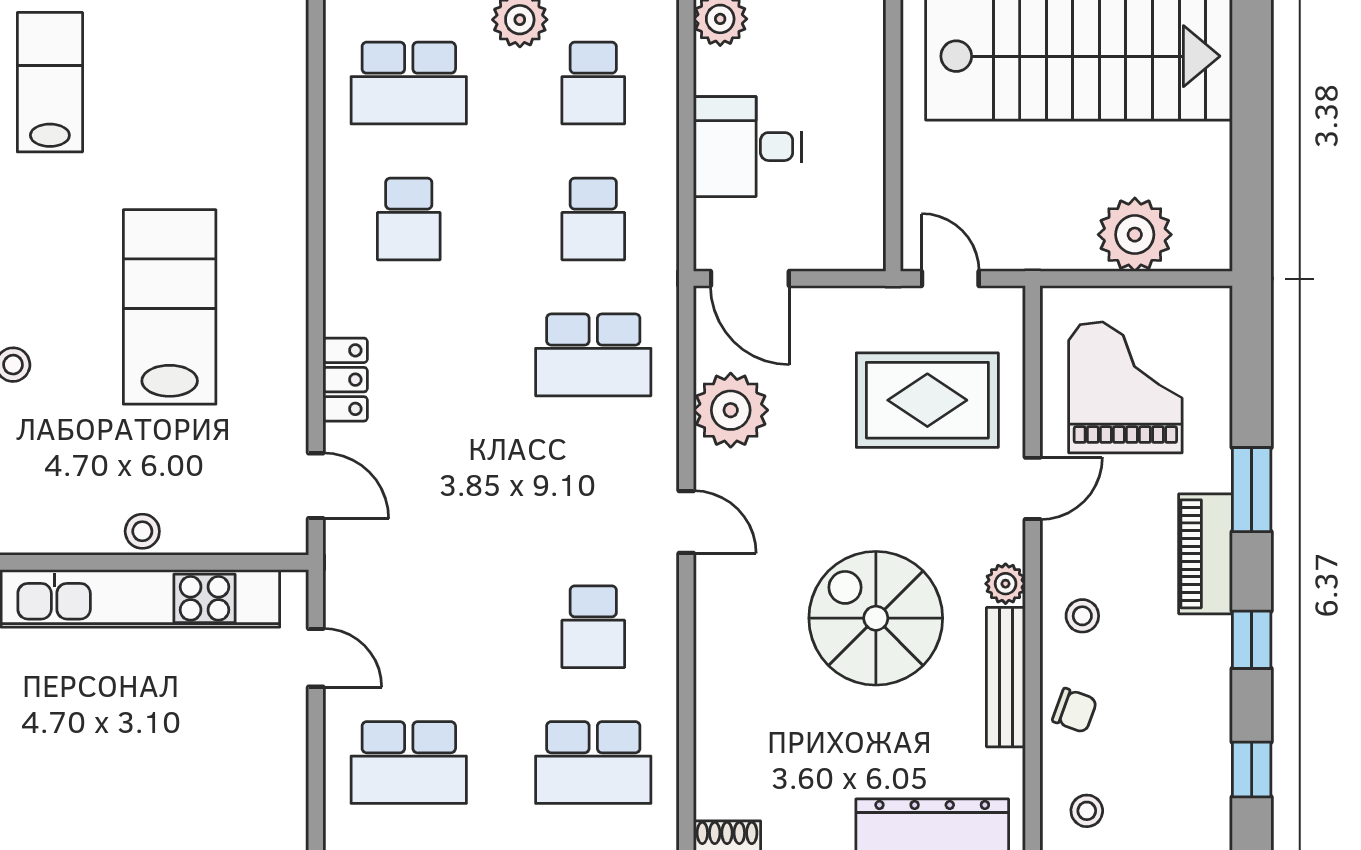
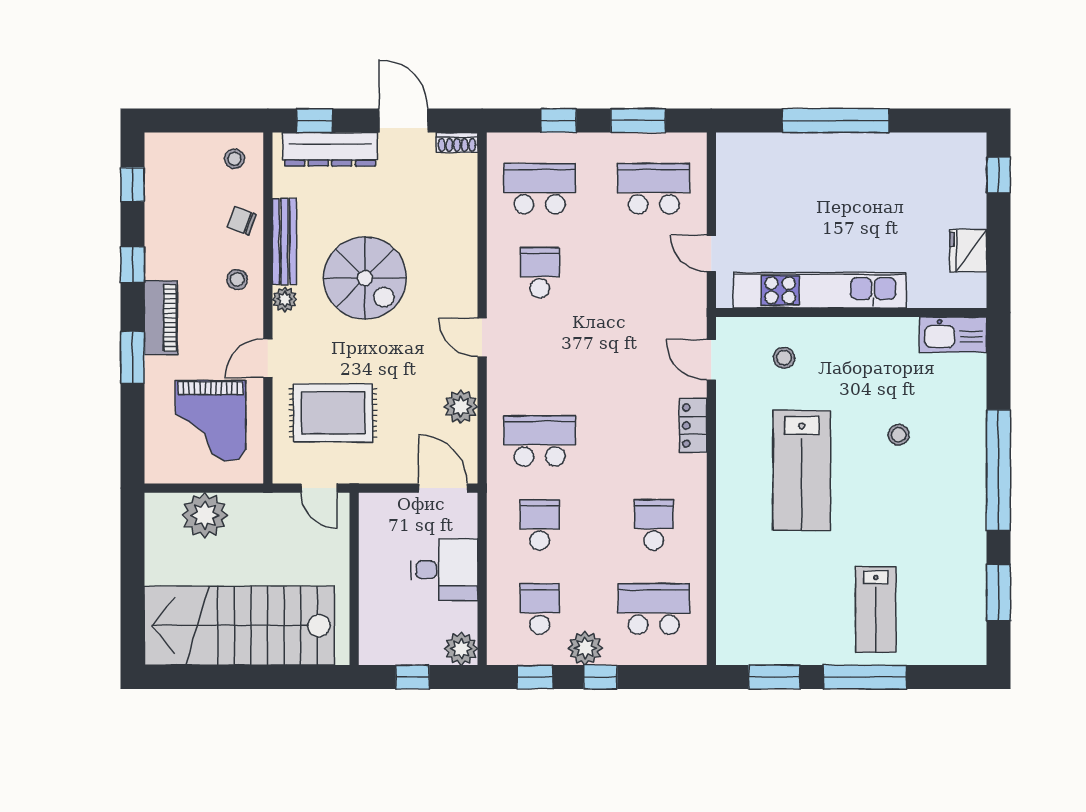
plant: (731, 410) -> (461, 407), width x0.73, depth x0.73
stool: (142, 531) -> (784, 358), moved

